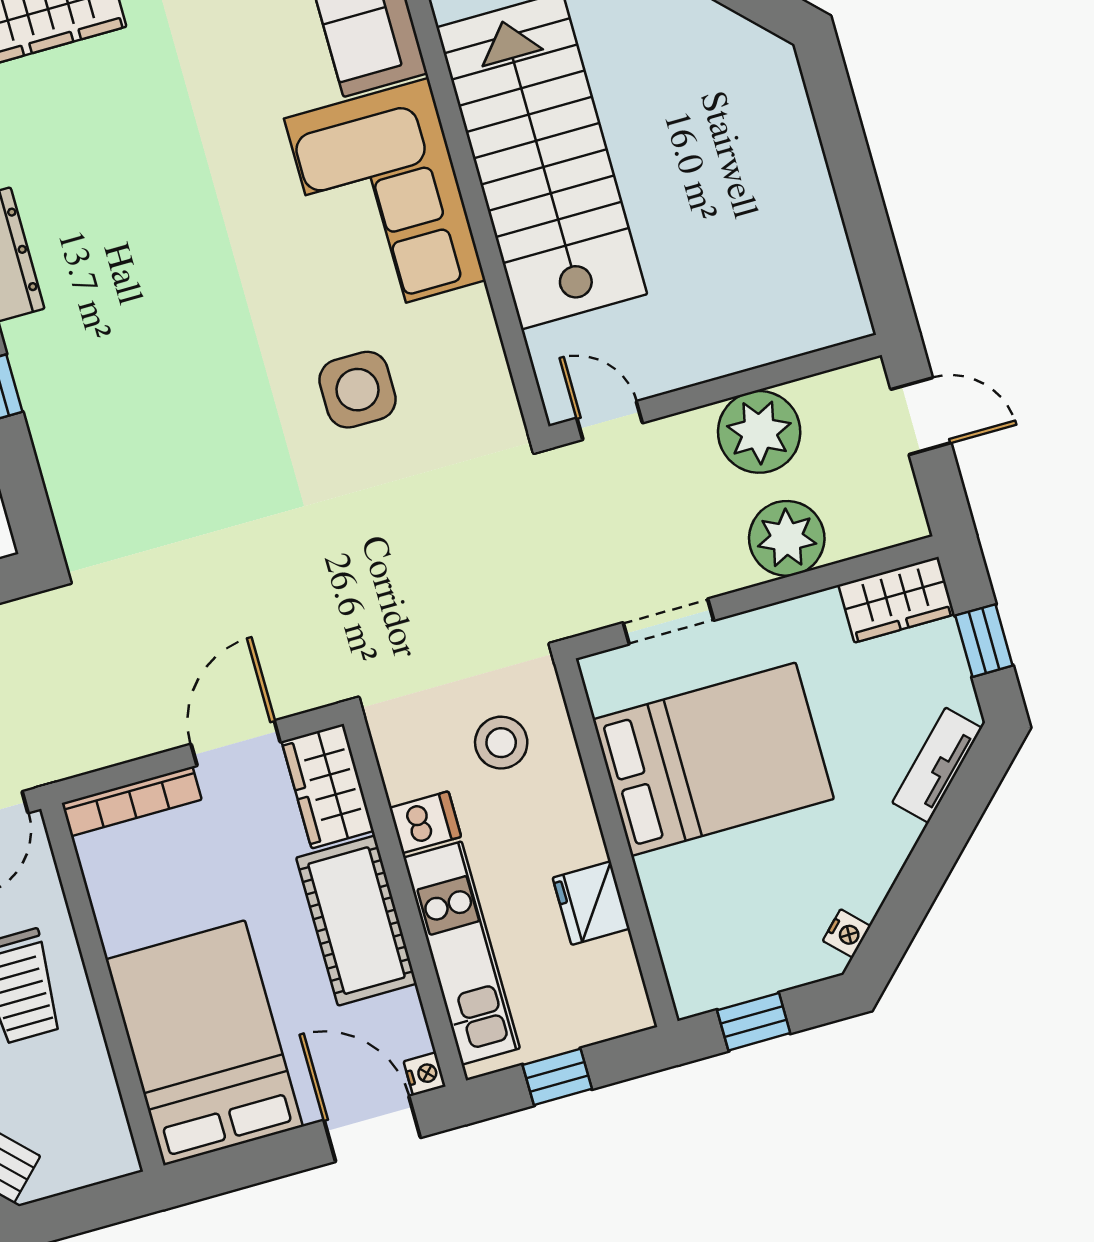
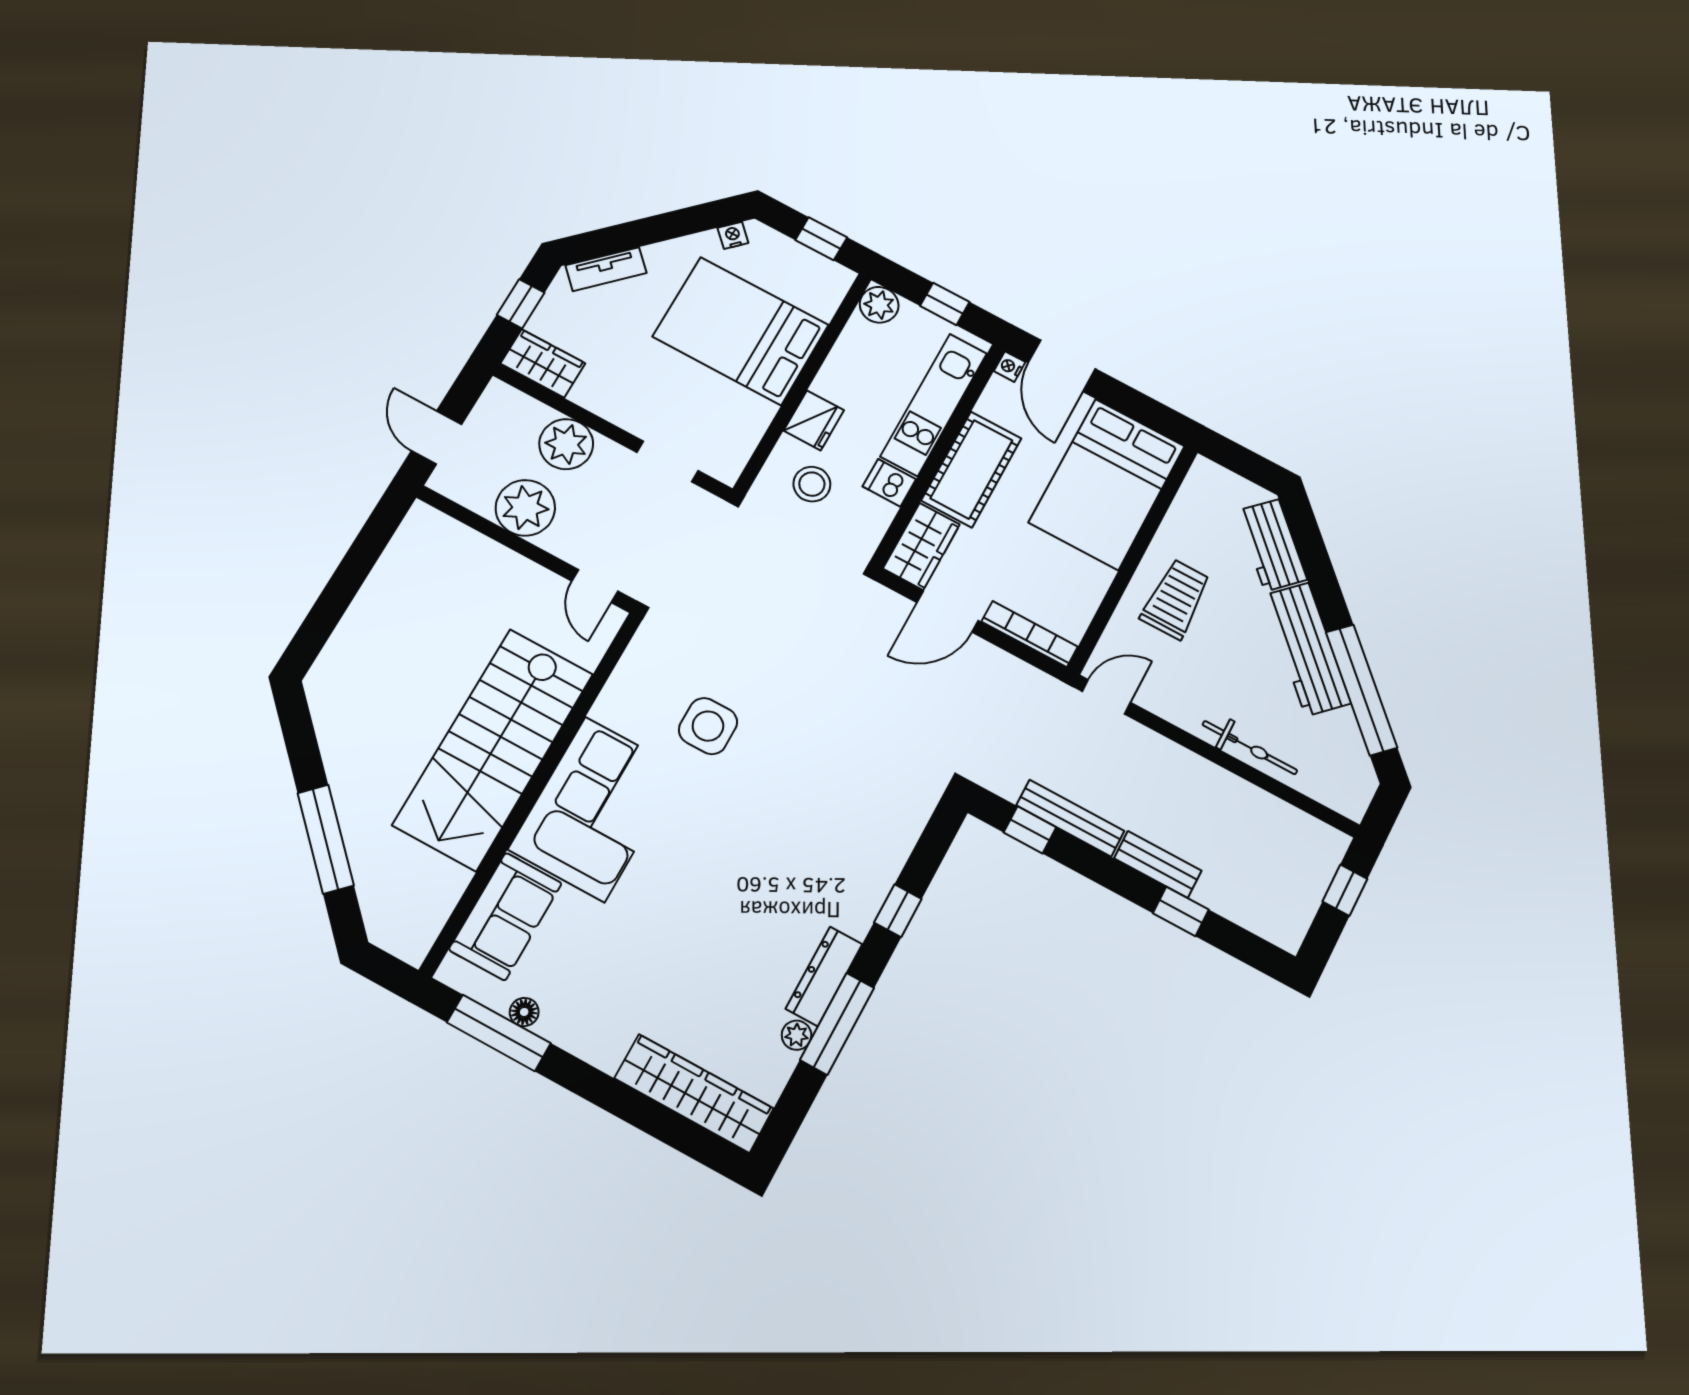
bed: (713, 759) -> (741, 331), moved
fridge: (591, 903) -> (814, 420), moved
plant: (623, 1008) -> (879, 305), added

